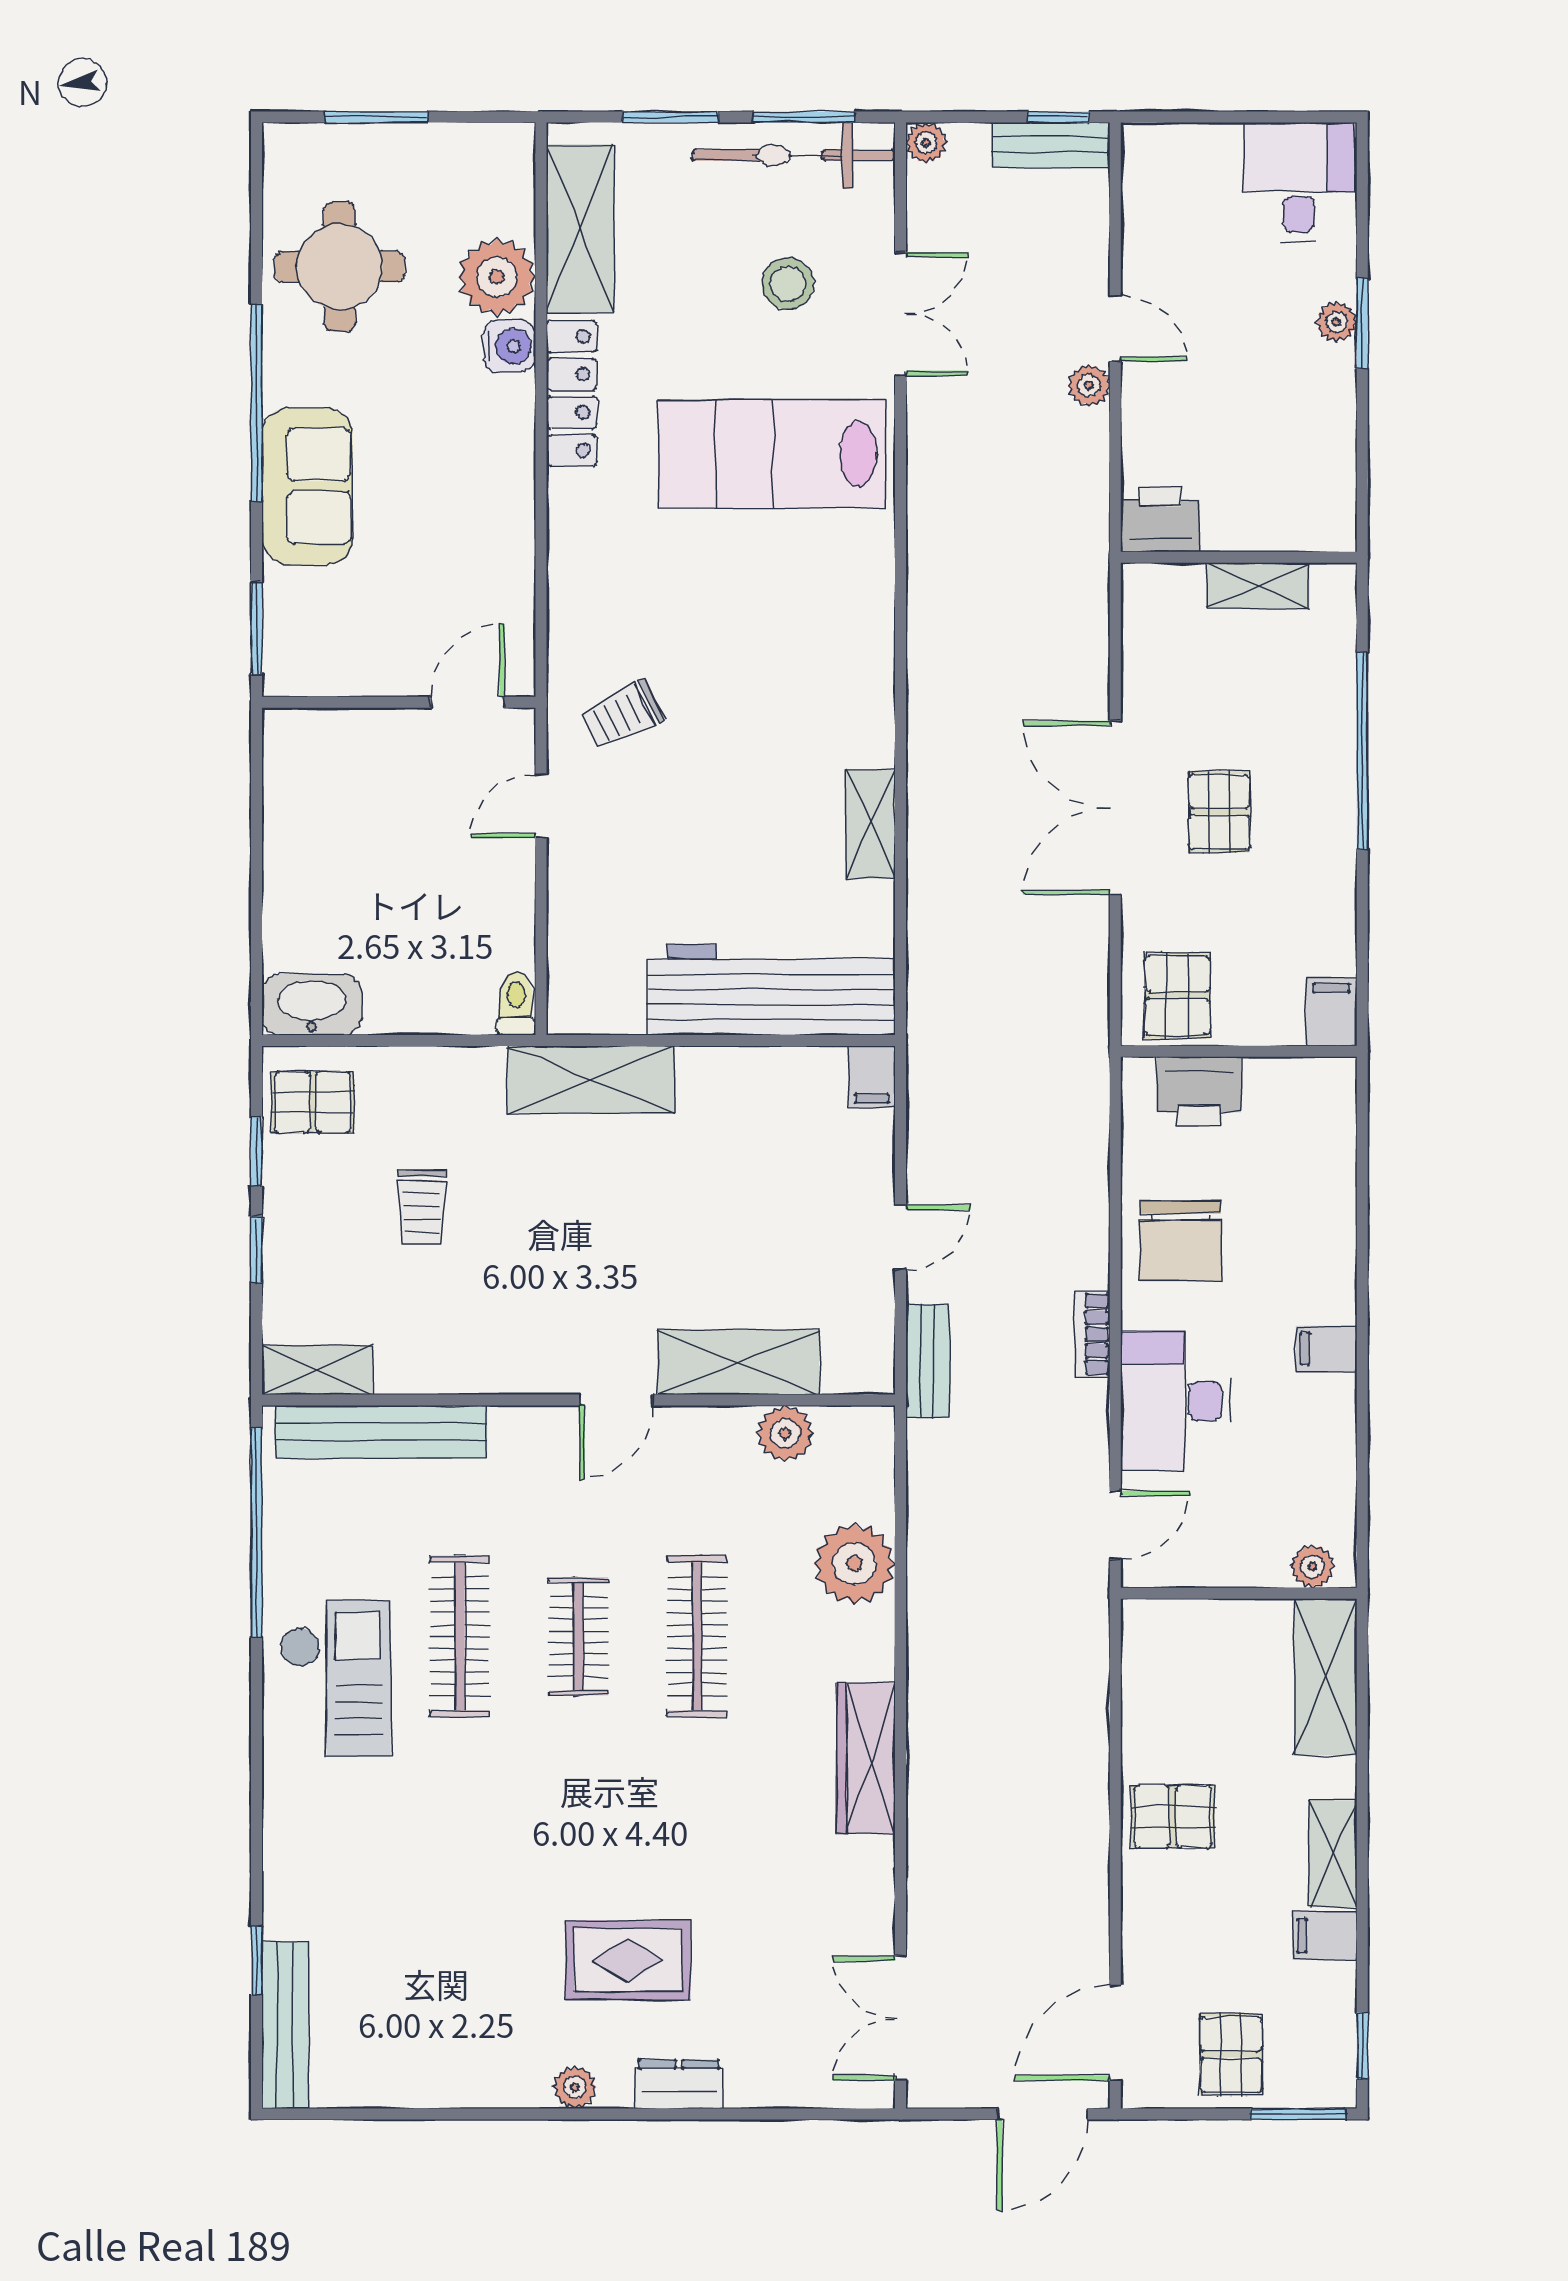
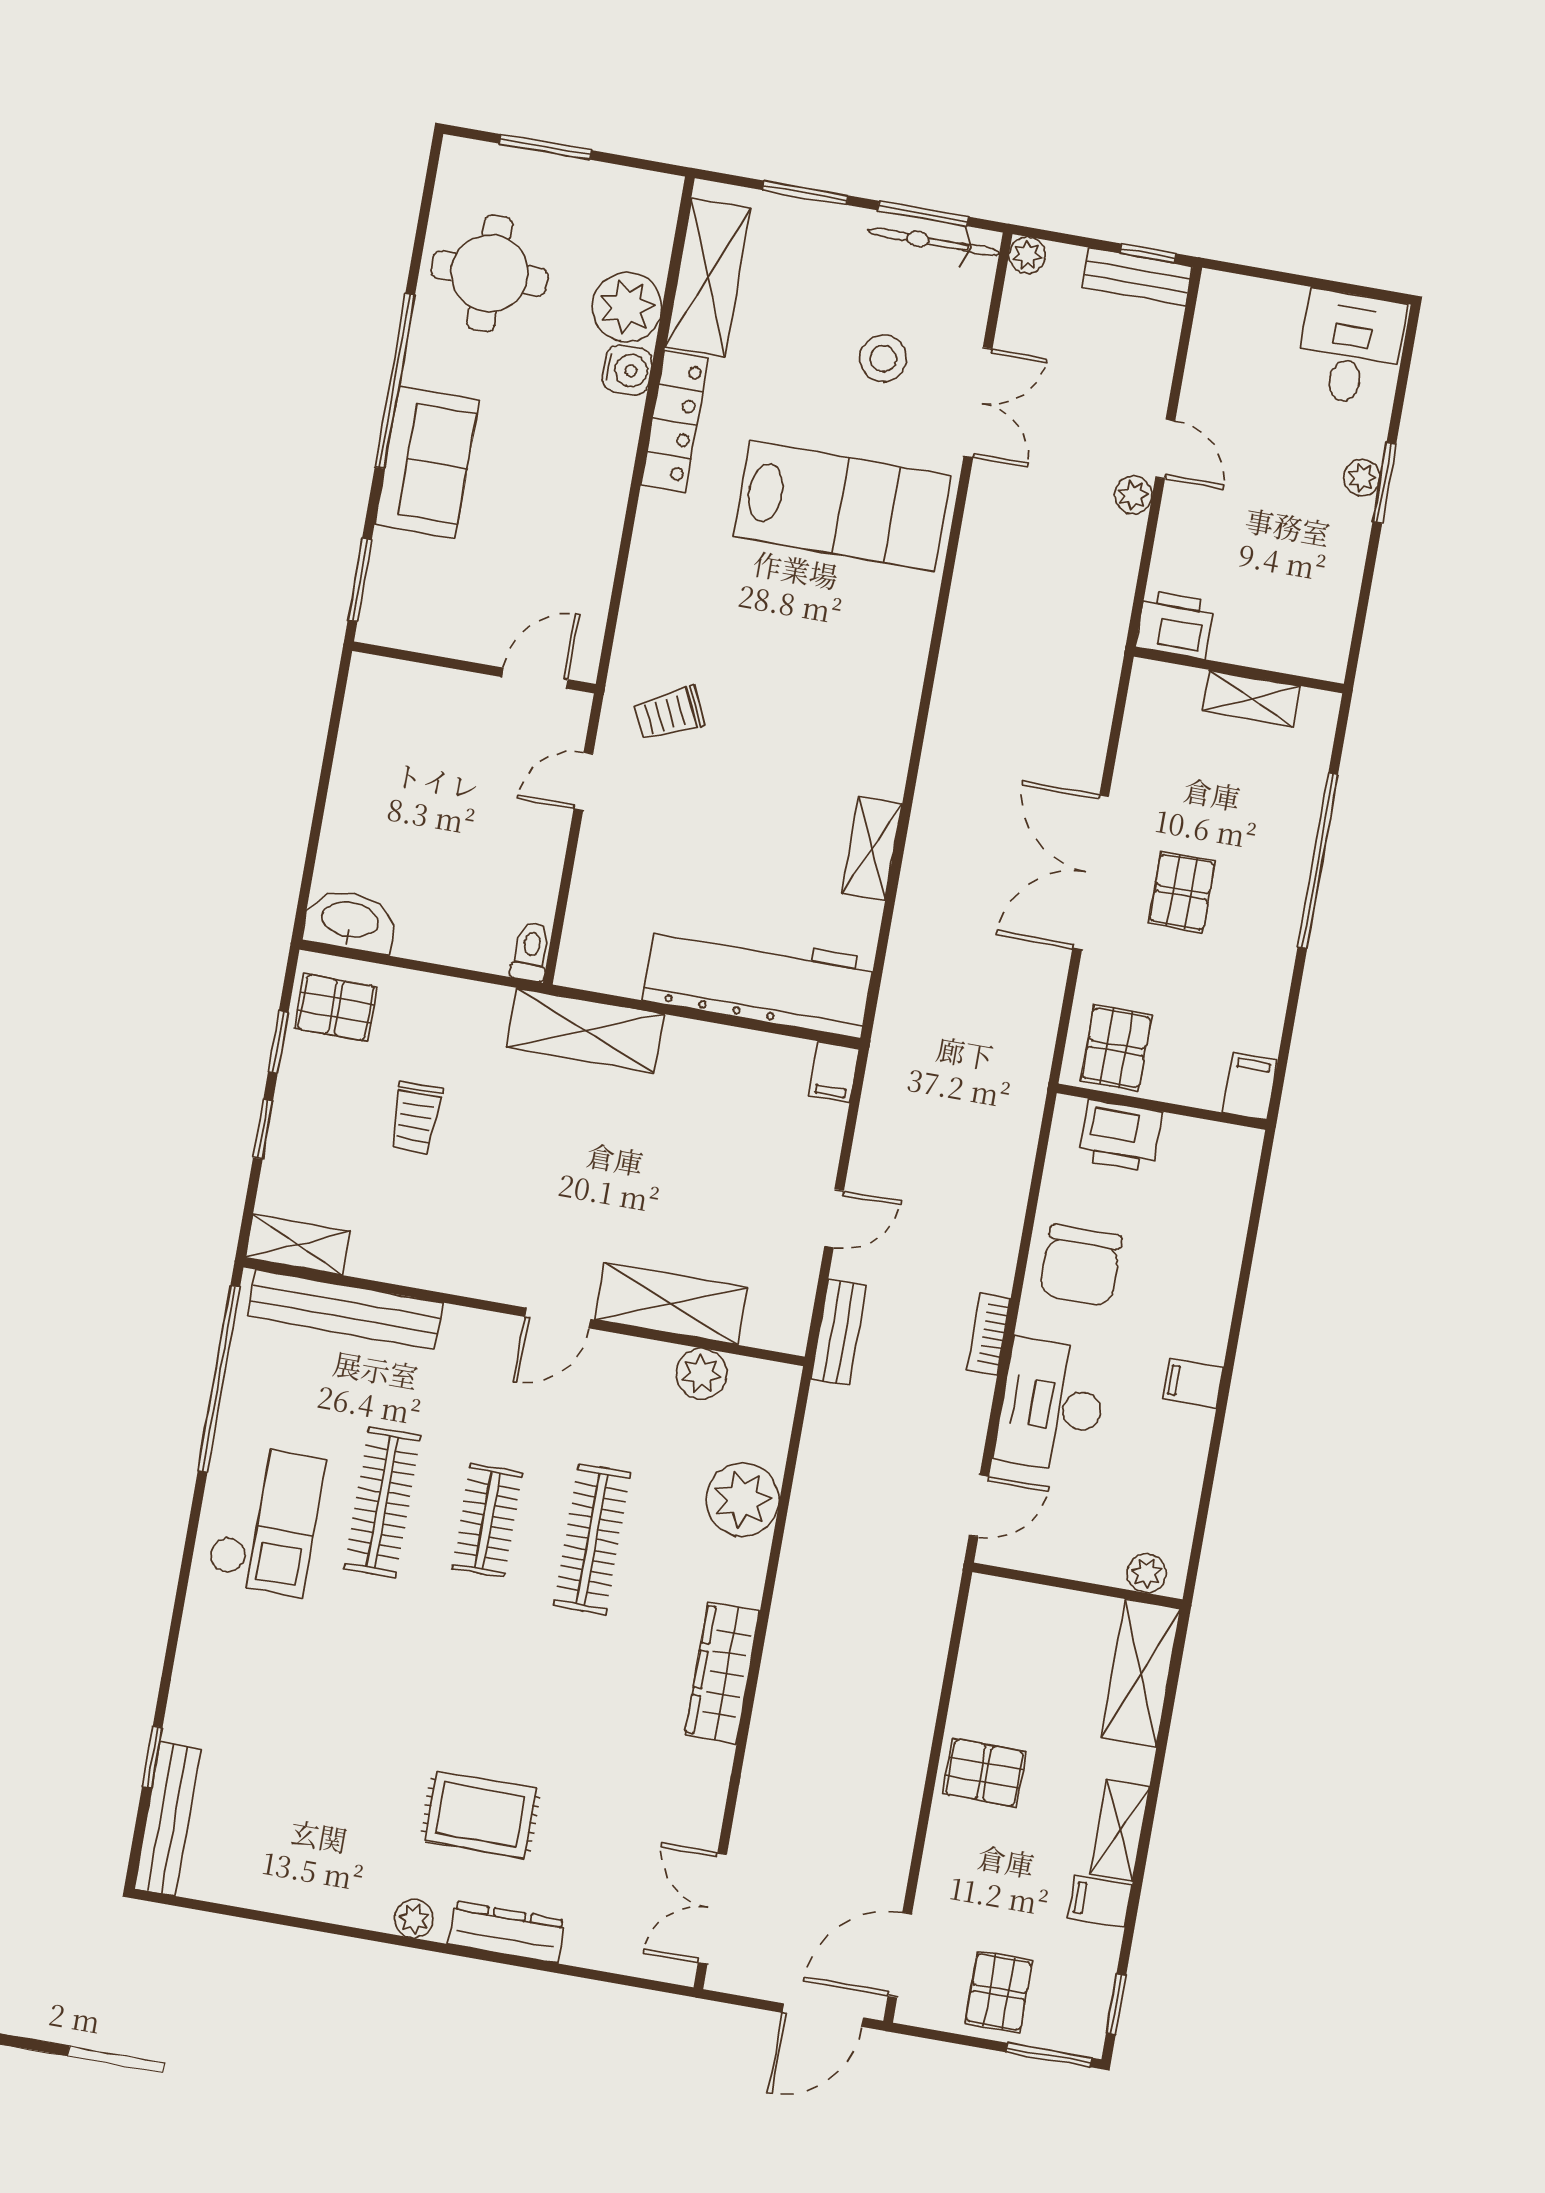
bicycle: (794, 155) -> (934, 242), width x0.73, depth x0.71
lab bench: (772, 454) -> (842, 506), turned 180
dresser: (679, 2084) -> (506, 1932), width x1.44

